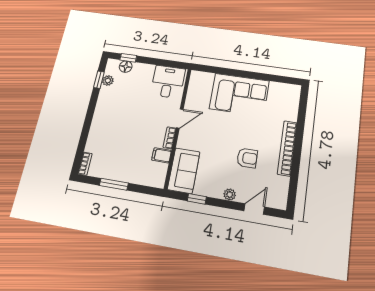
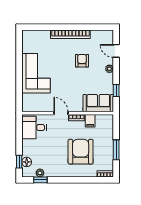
armchair: (123, 136) -> (81, 152), added

